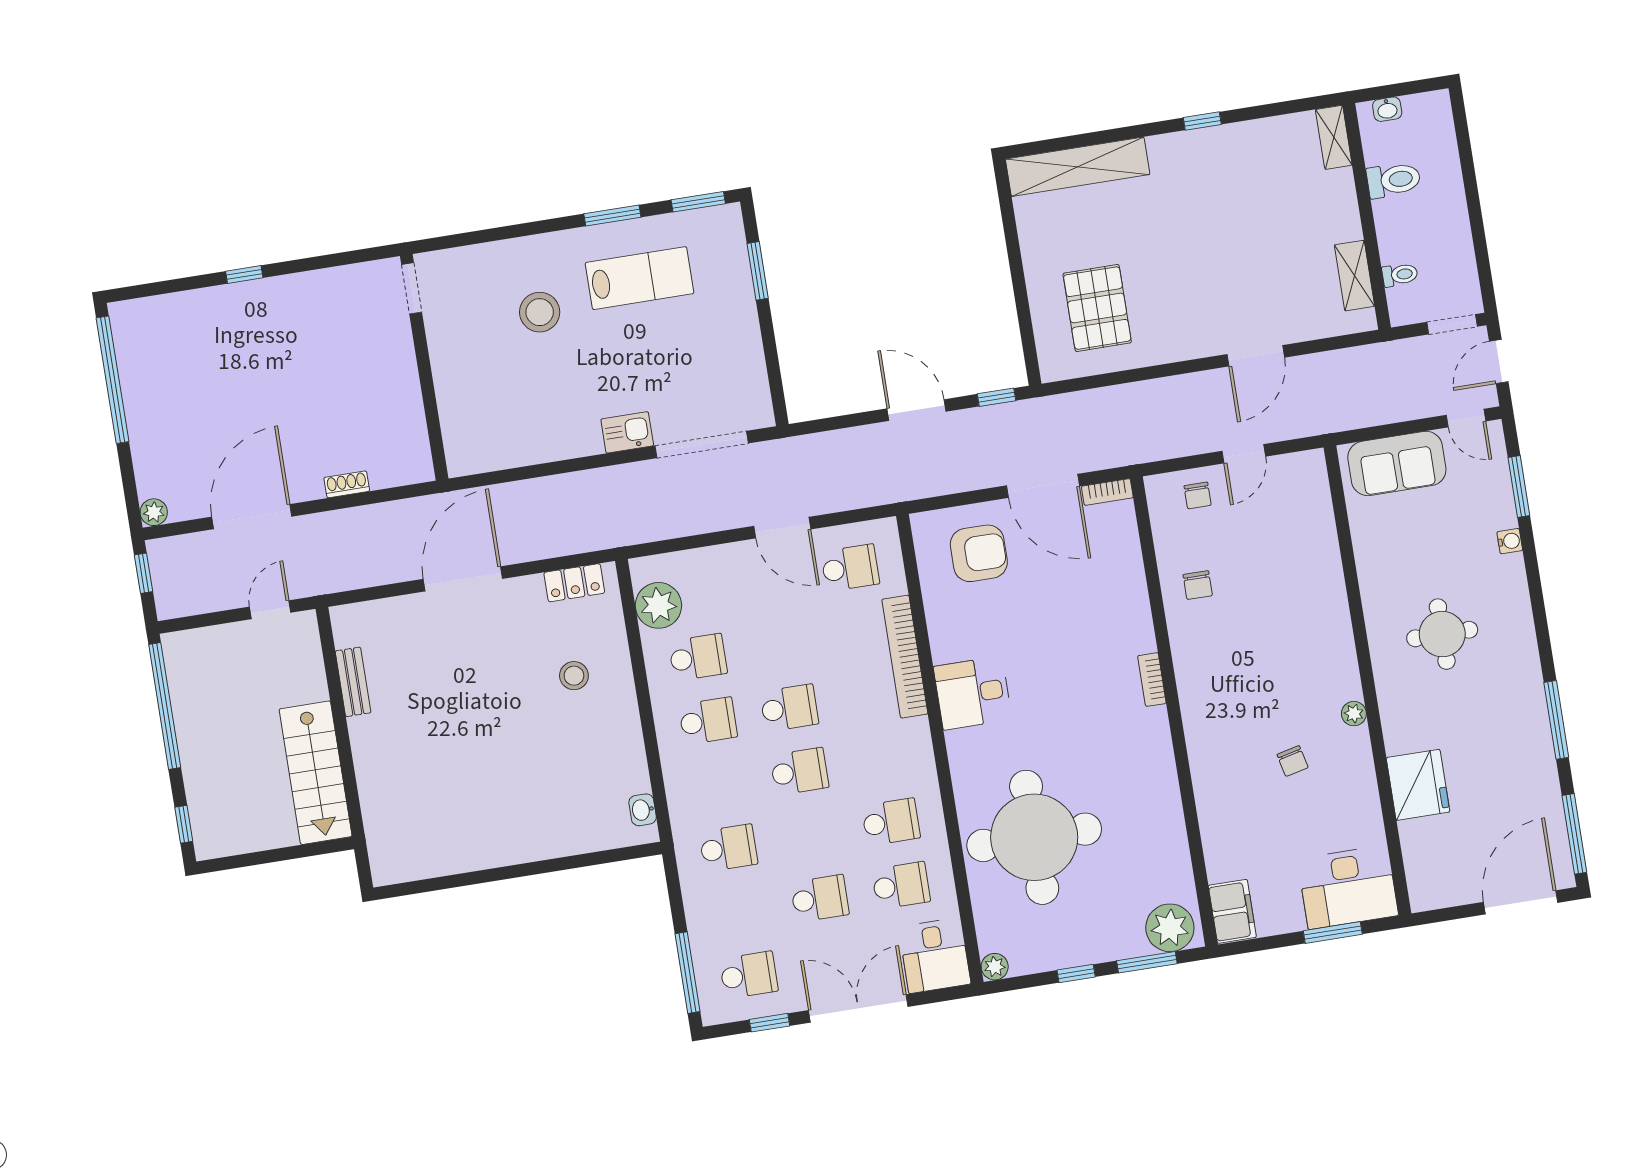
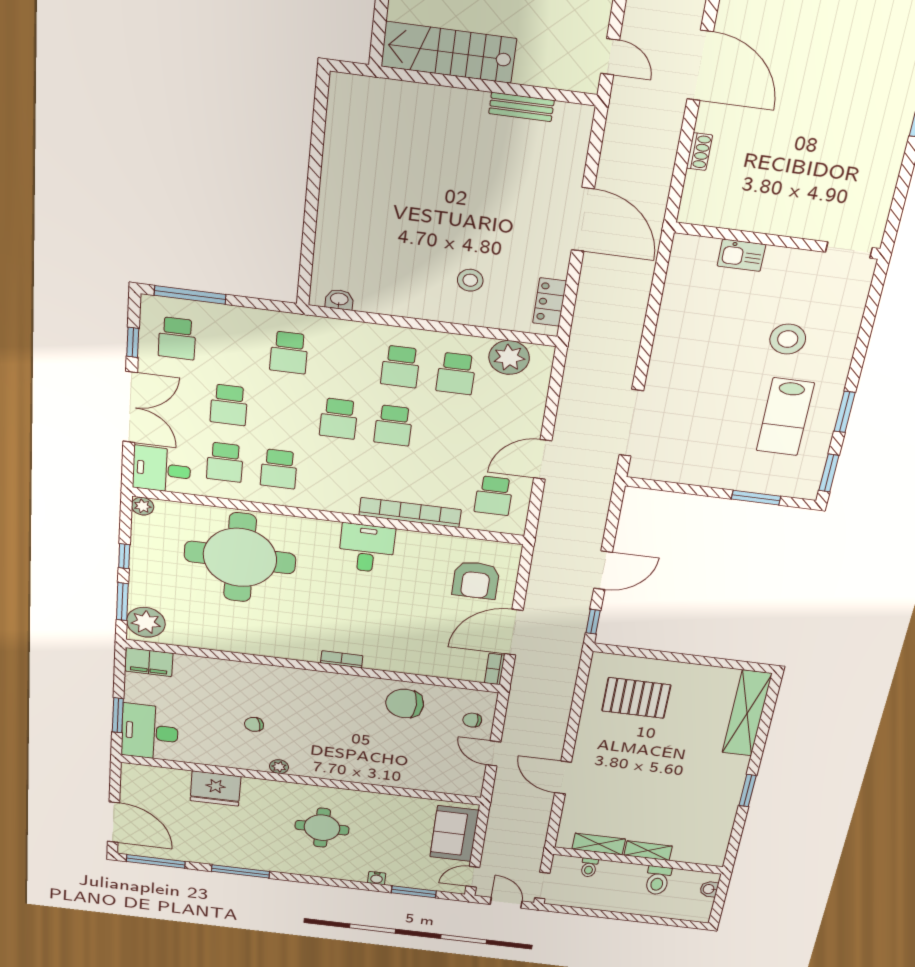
window: (1202, 121) -> (748, 791), width x1.50
shelving: (1334, 137) -> (648, 851), moved
kitchen sink: (627, 432) -> (741, 255), moved, turned 90
chair: (1198, 585) -> (405, 703), width x1.87, depth x1.87

